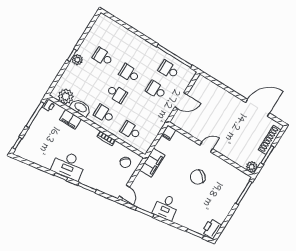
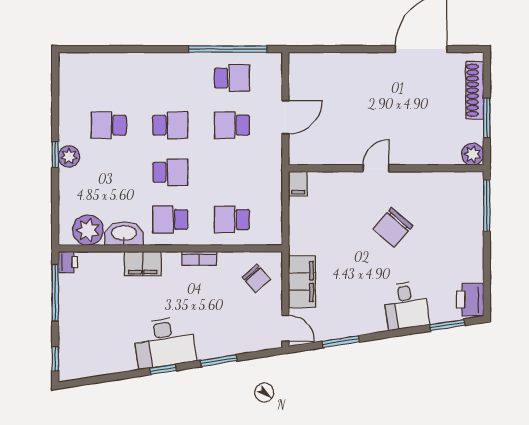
school desk: (168, 70) -> (232, 78), turned 180
school desk: (129, 73) -> (170, 125), turned 180
filing cabinet: (70, 119) -> (143, 264), moved
filing cabinet: (152, 163) -> (302, 282), moved
desk: (166, 207) -> (406, 305), moved

